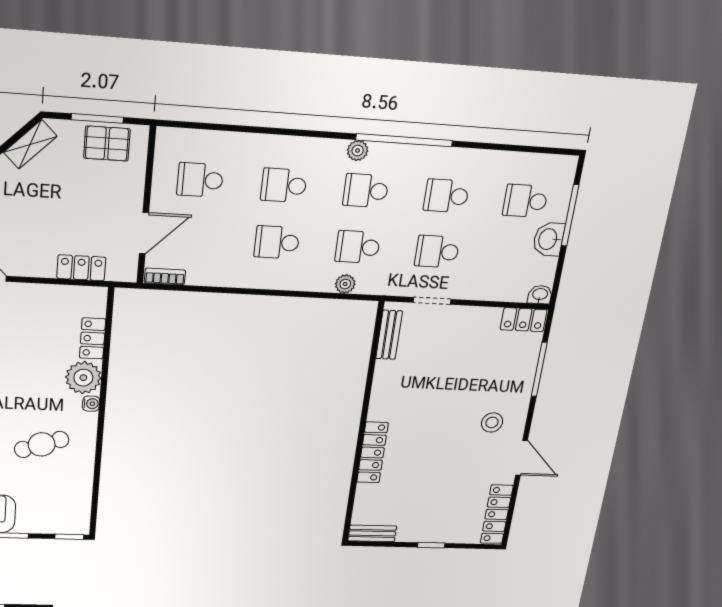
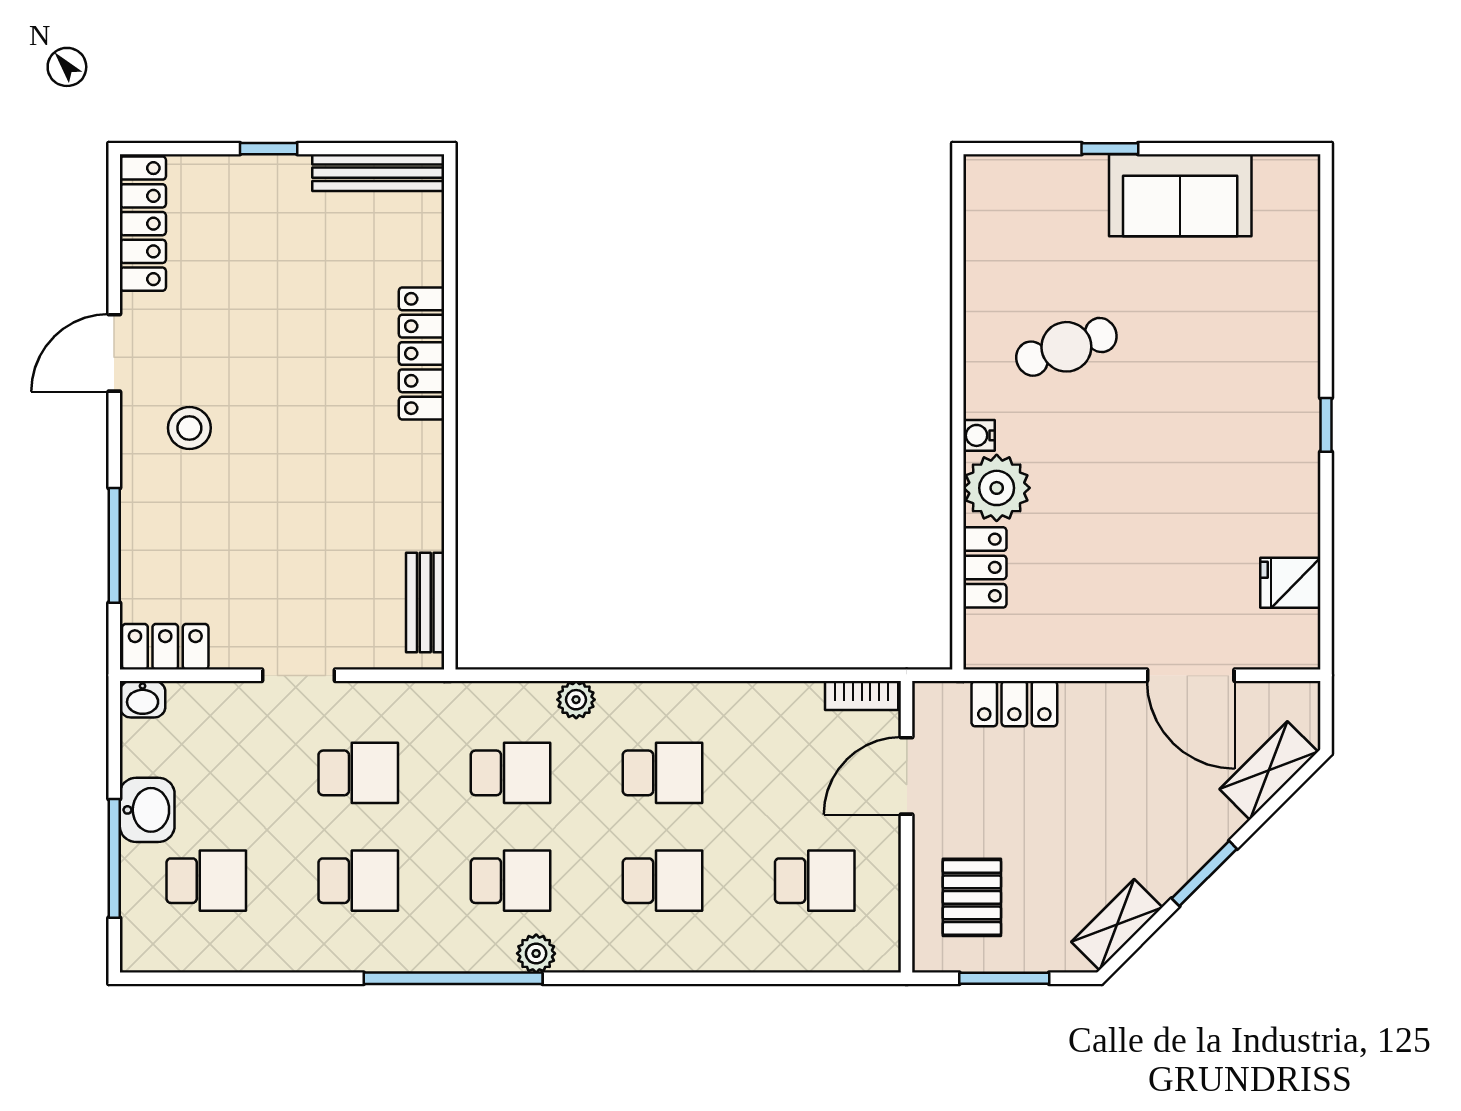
pallet: (107, 144) -> (972, 897), moved, turned 90
plant: (345, 284) -> (576, 700), moved
doorway: (432, 301) -> (298, 675), moved
door: (521, 458) -> (114, 353), hinge flipped
bench: (372, 533) -> (378, 173), width x1.36
window: (69, 537) -> (1002, 149), removed

